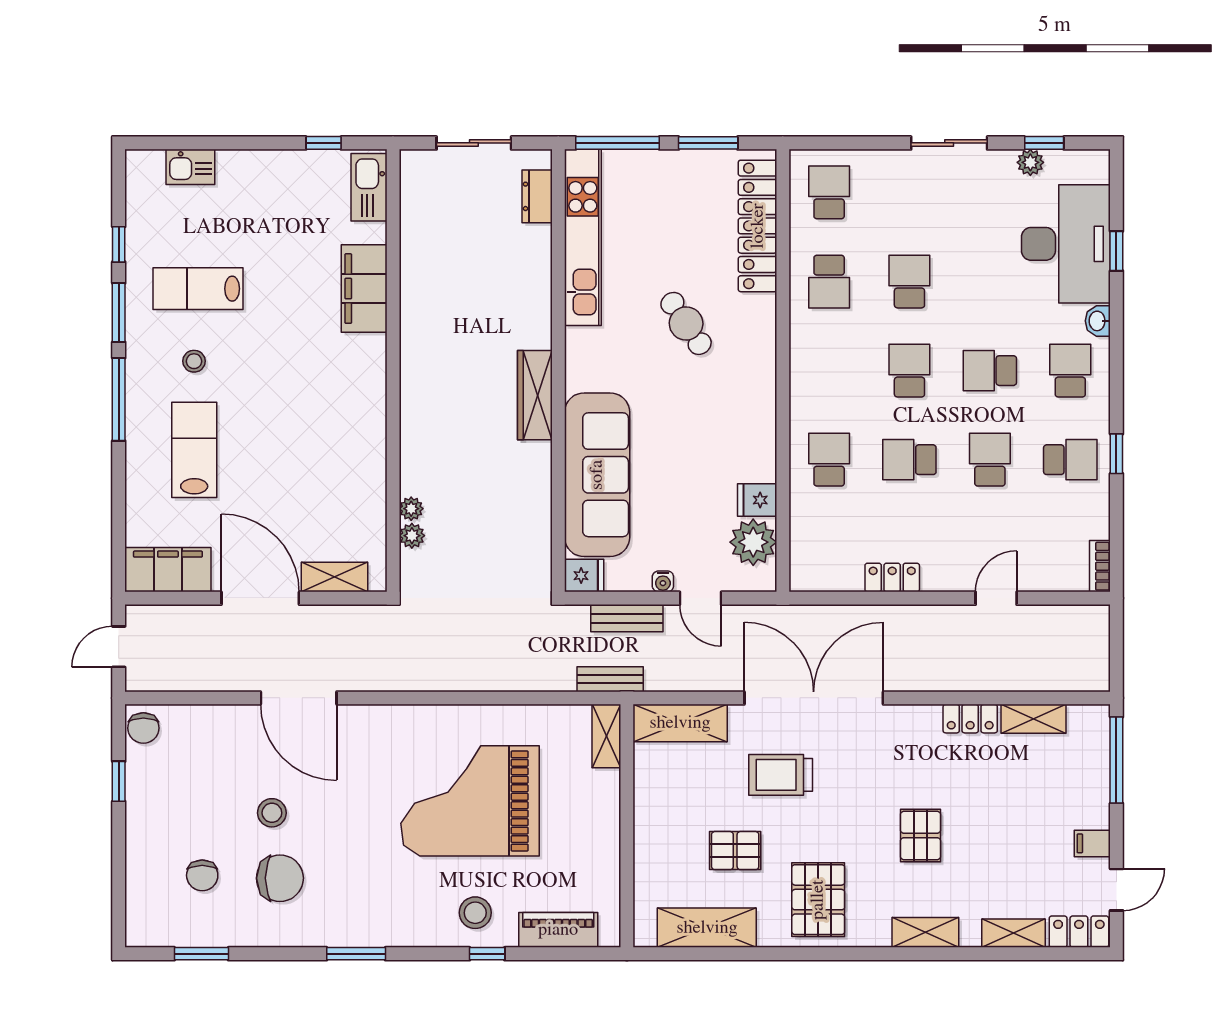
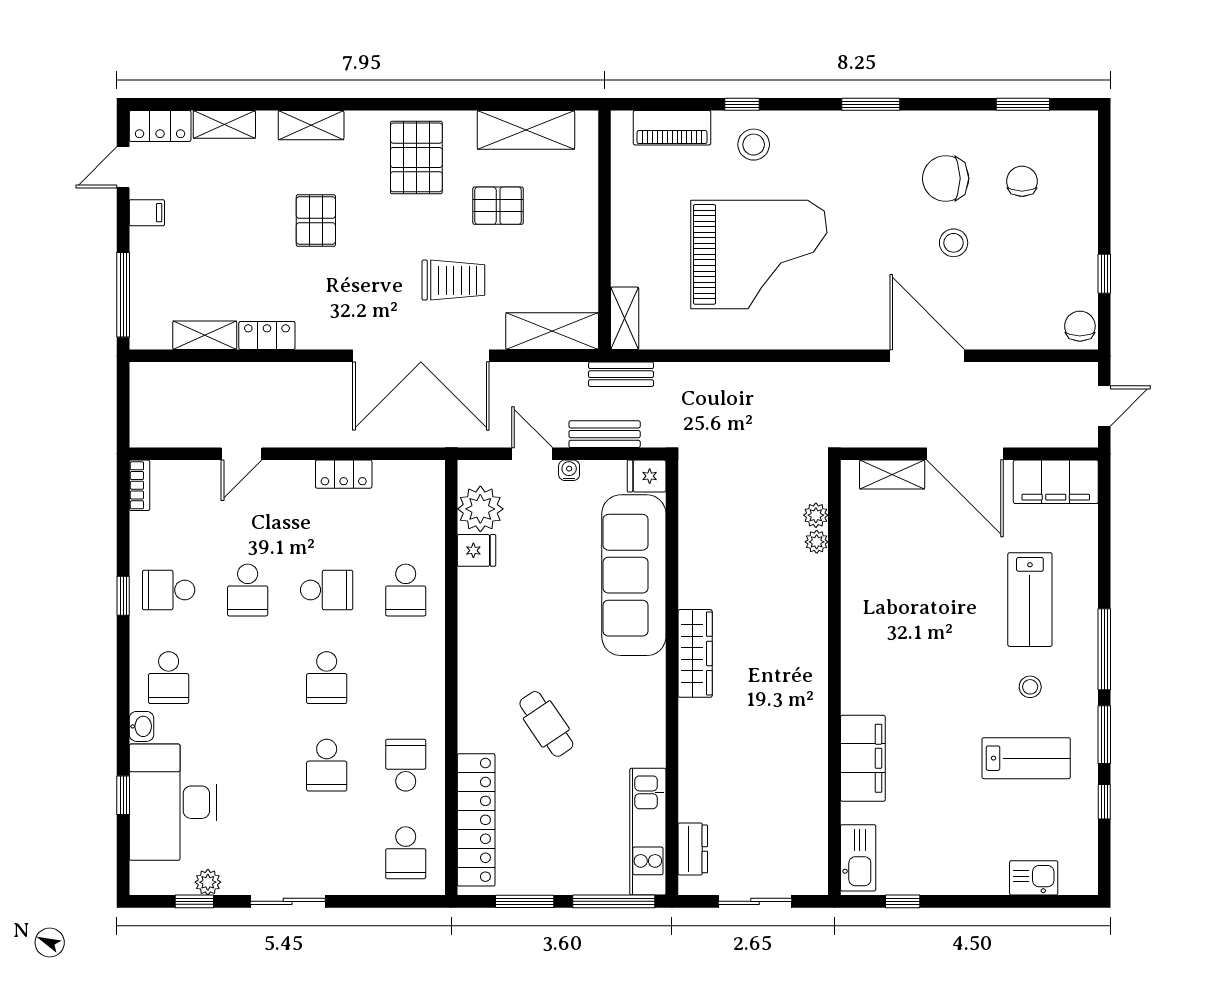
kitchen unit: (583, 237) -> (648, 832), width x0.73
school desk: (990, 371) -> (248, 678), removed

